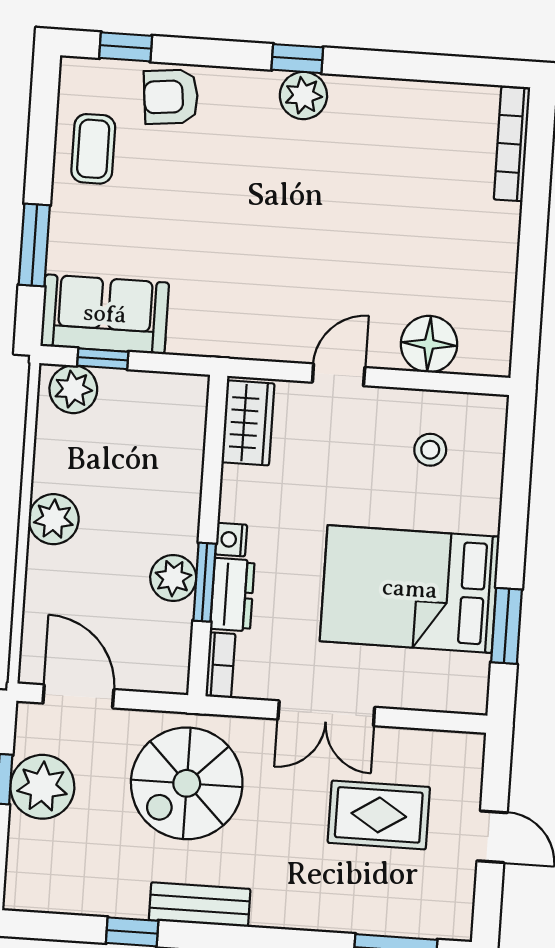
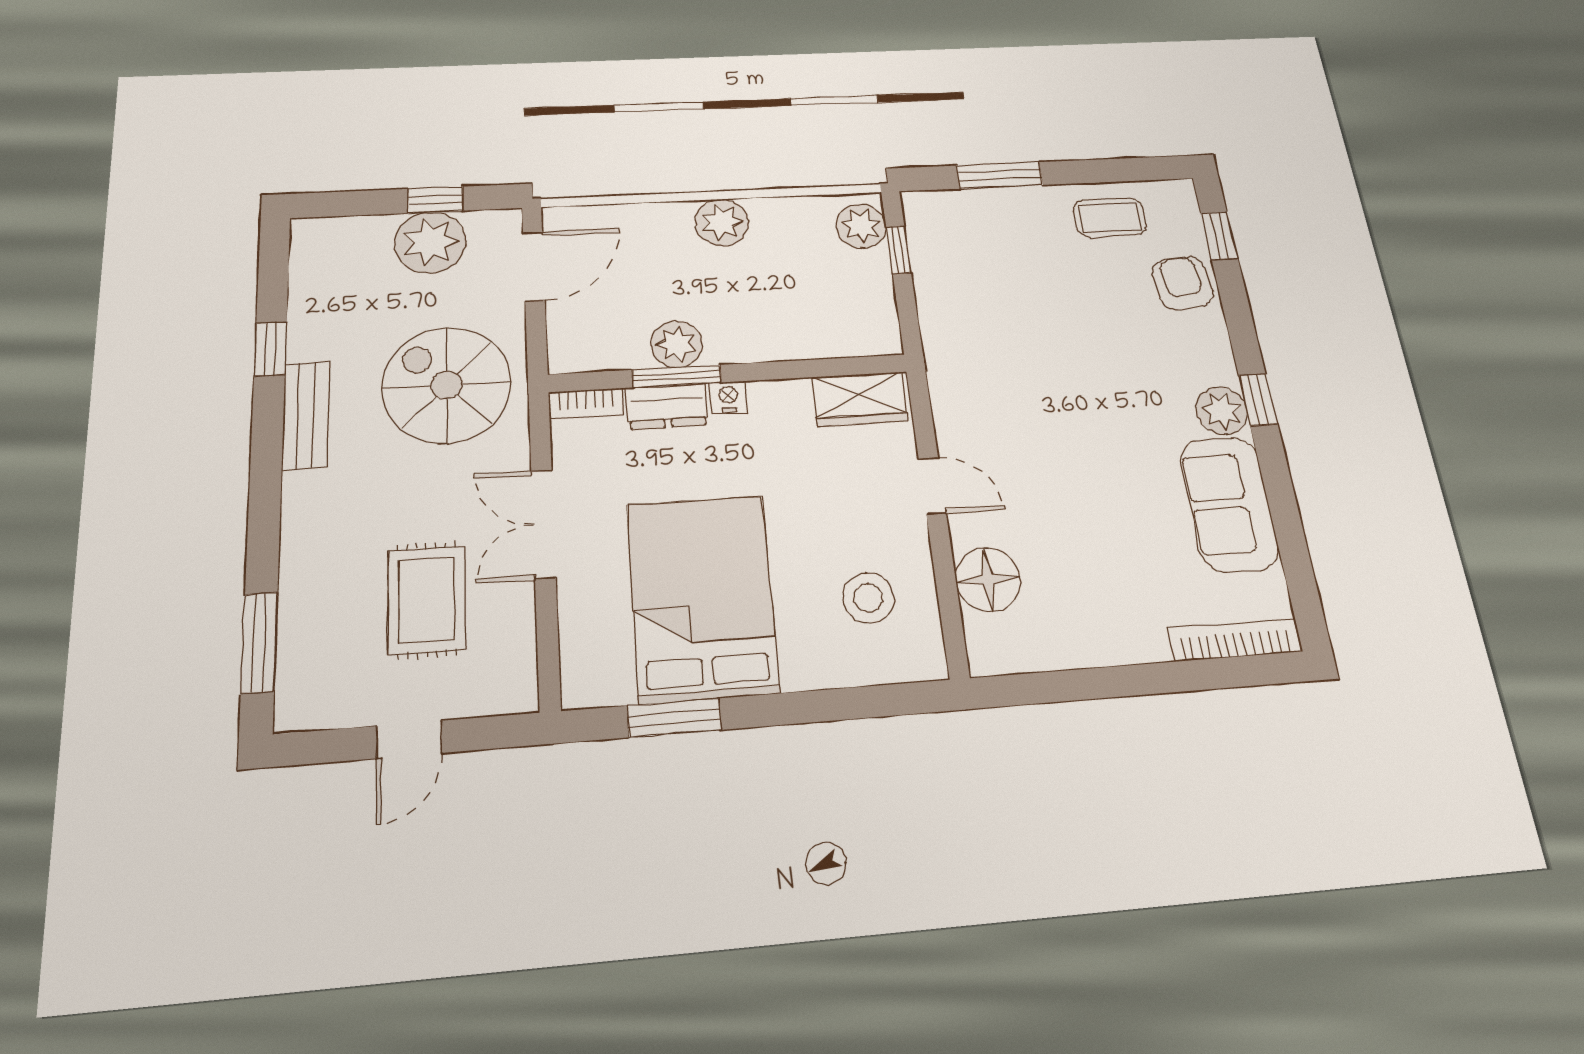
sofa: (105, 314) -> (1229, 504), moved, turned 180
stool: (430, 450) -> (868, 598), width x1.37, depth x1.37

